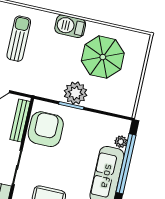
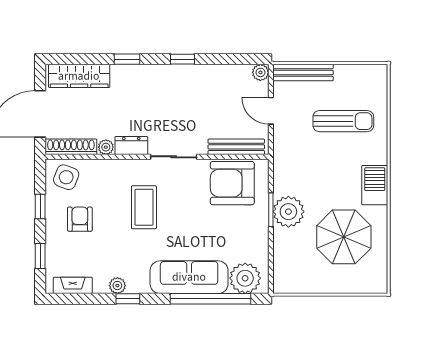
armchair: (46, 129) -> (232, 183), turned 180
plant: (121, 142) -> (245, 278), width x1.87, depth x1.87

